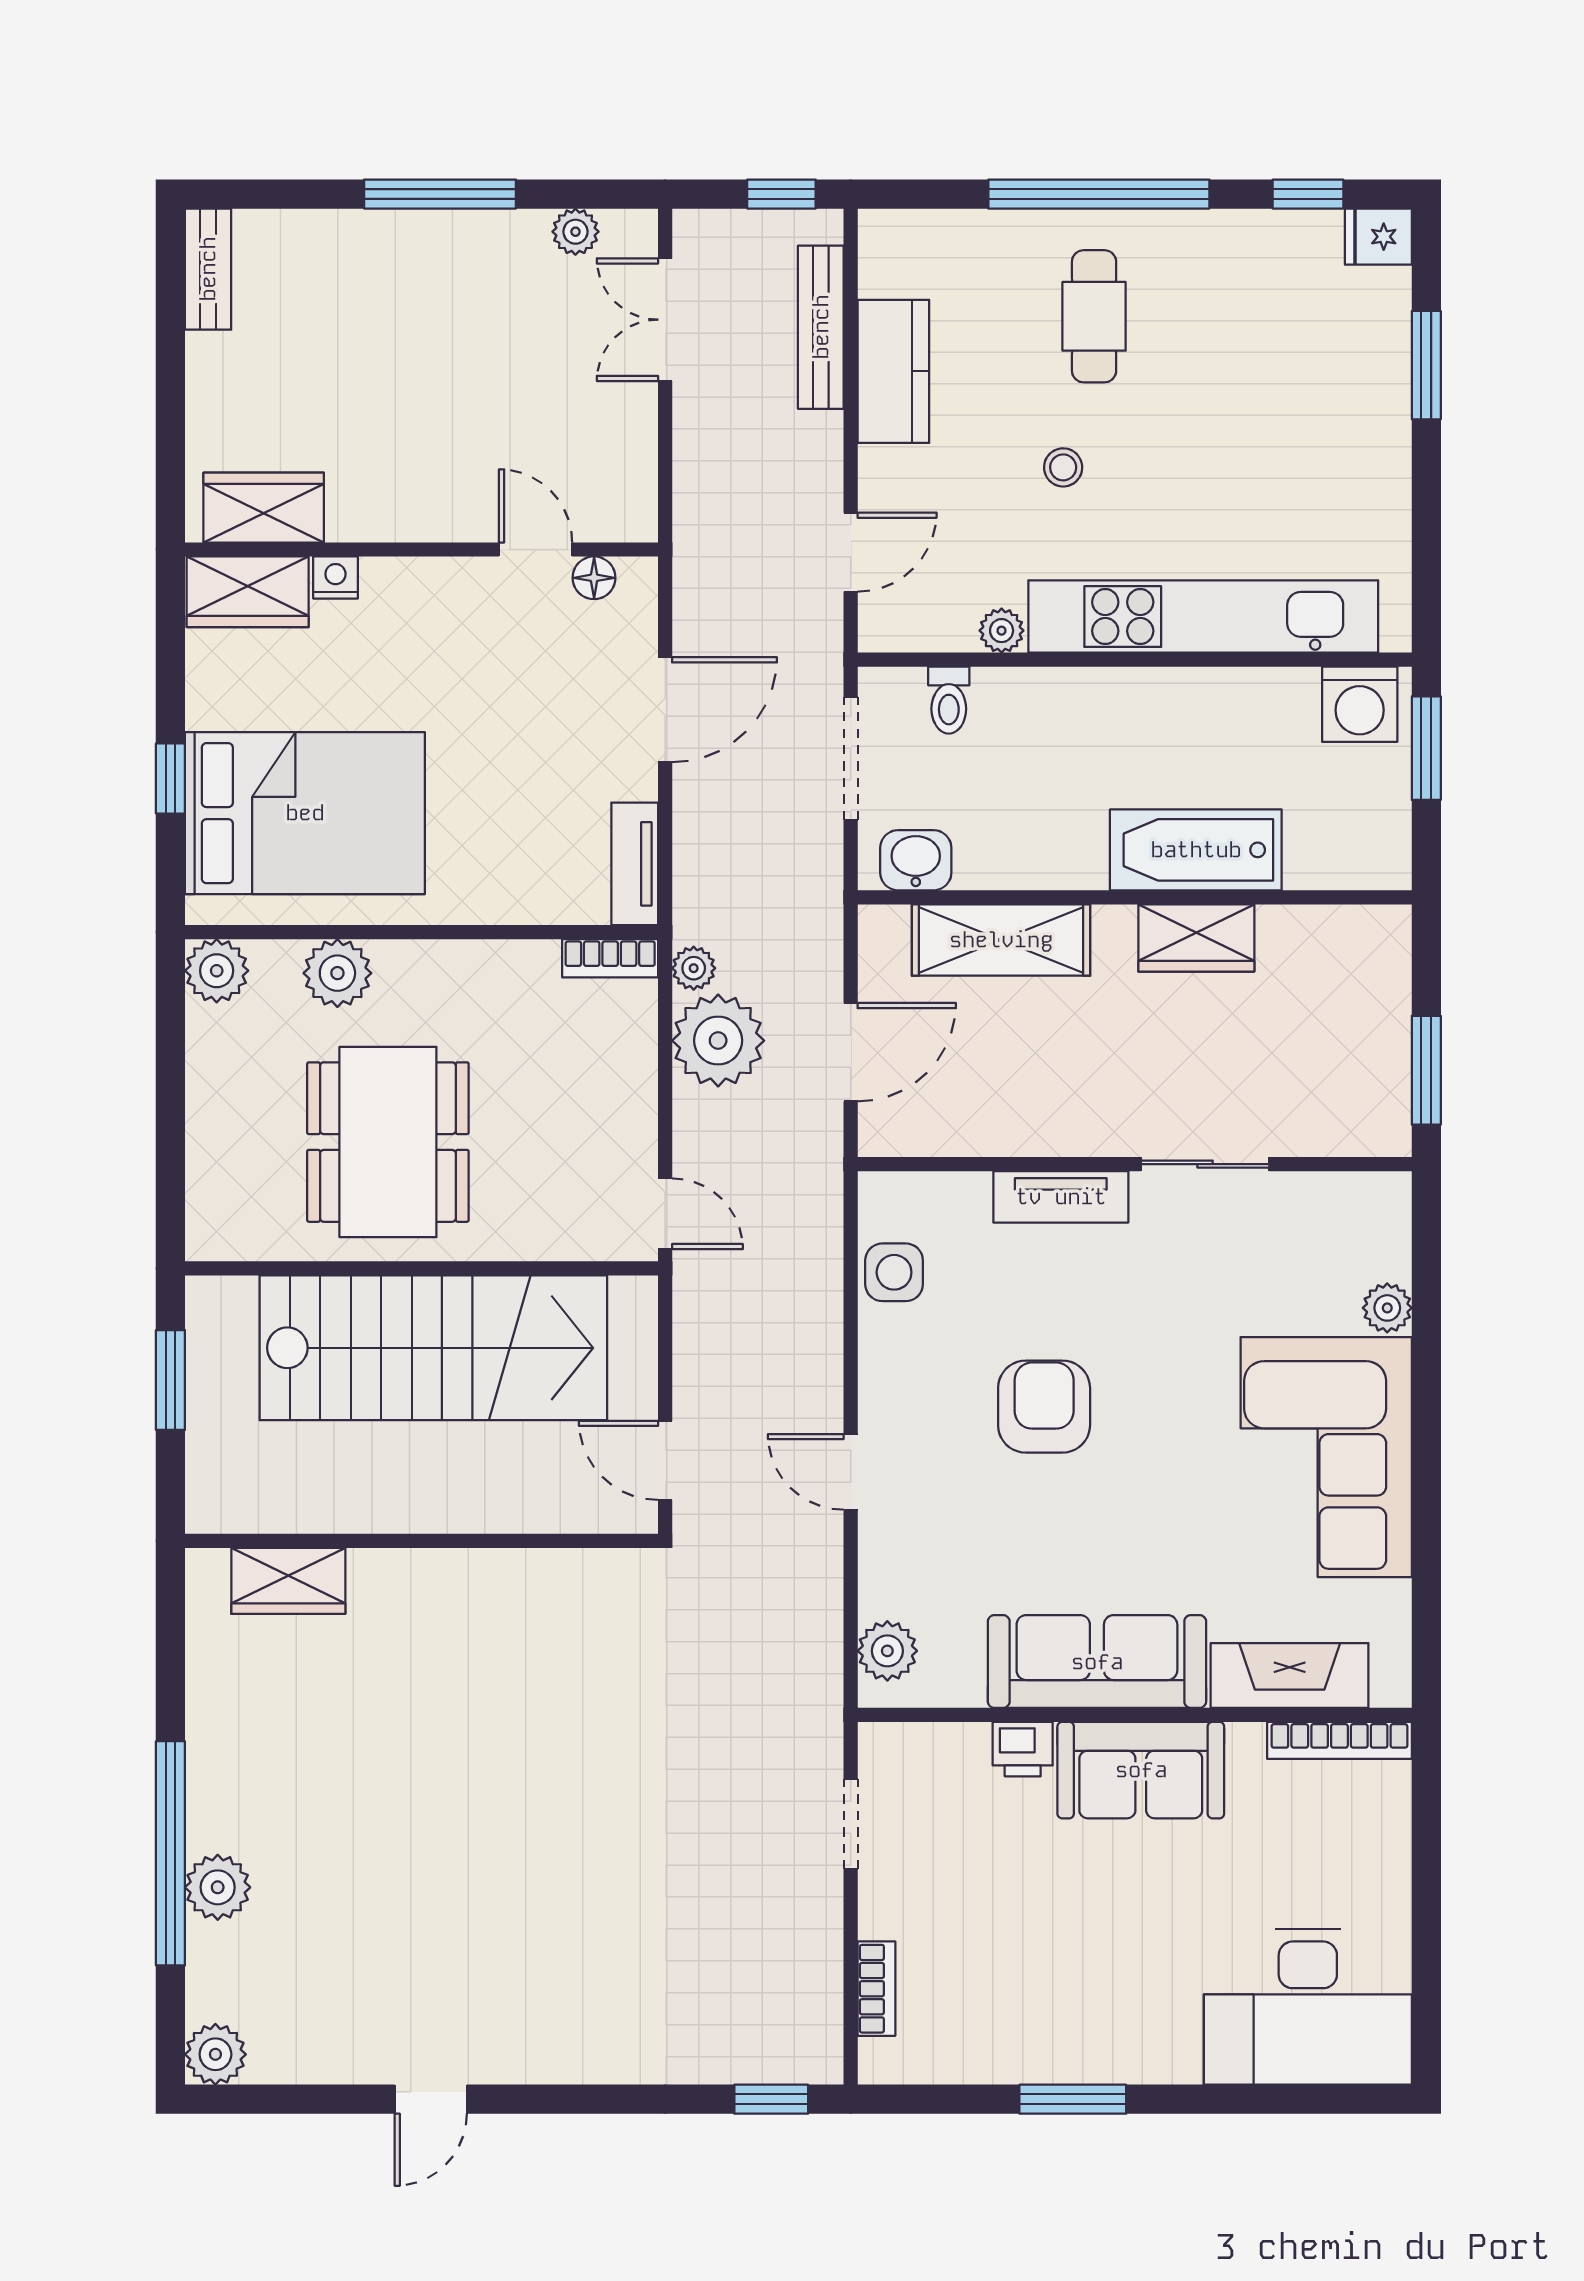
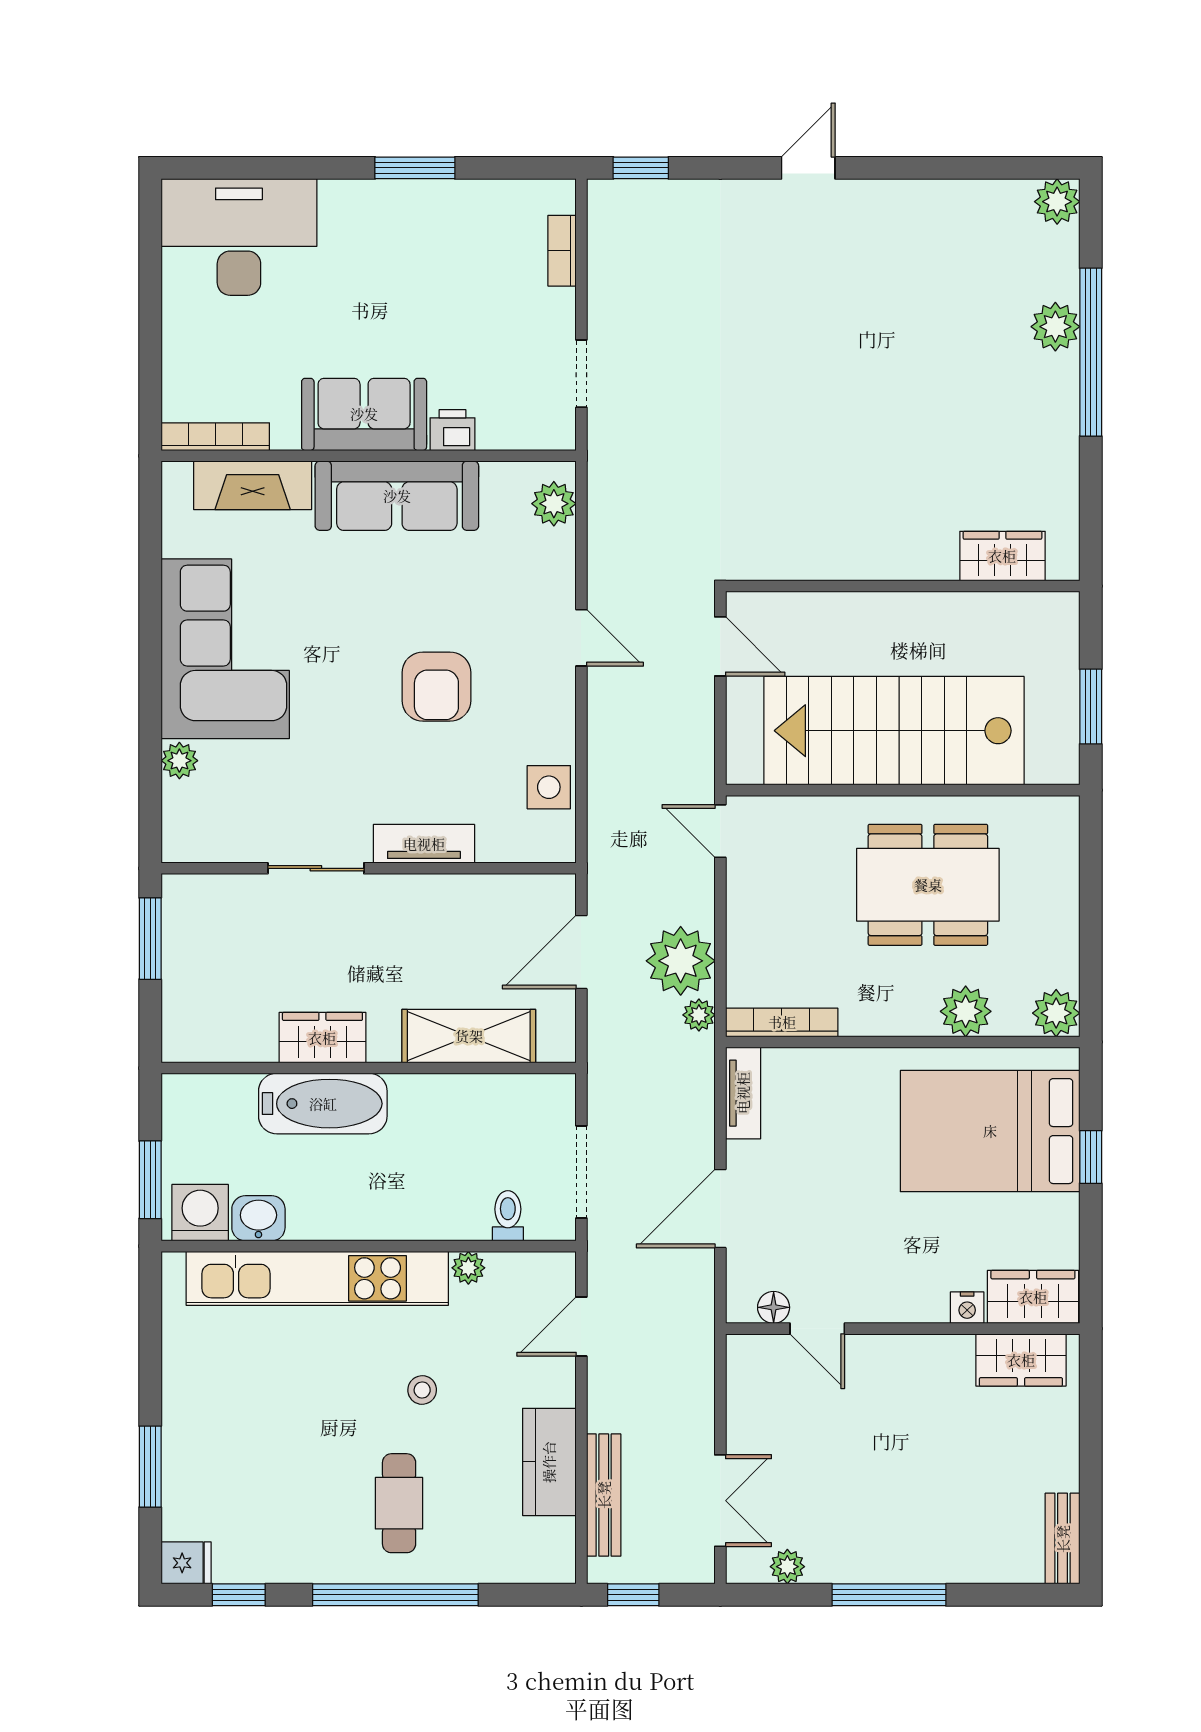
washbasin: (916, 860) -> (258, 1218), moved, turned 180
bookcase: (610, 958) -> (782, 1022), width x1.56
dining table: (388, 1142) -> (928, 885), turned 90
door: (431, 2099) -> (808, 168), moved

